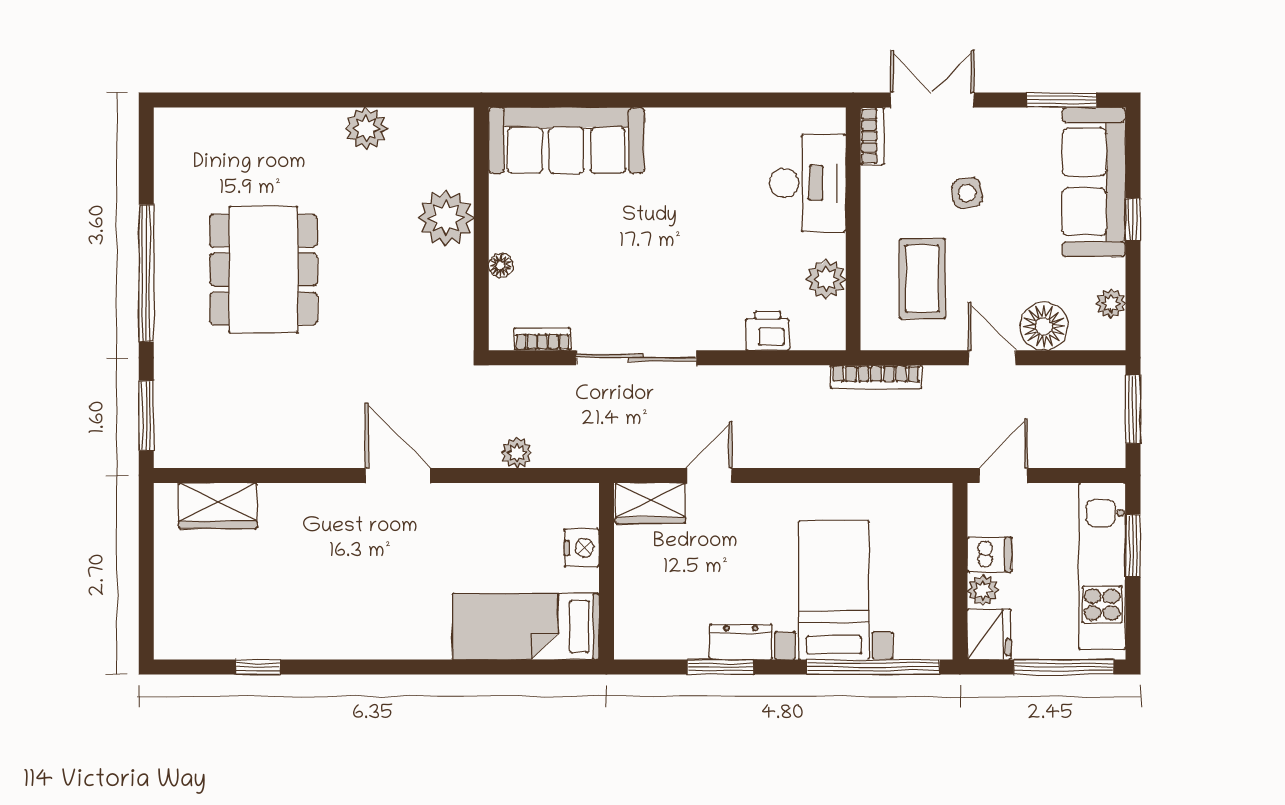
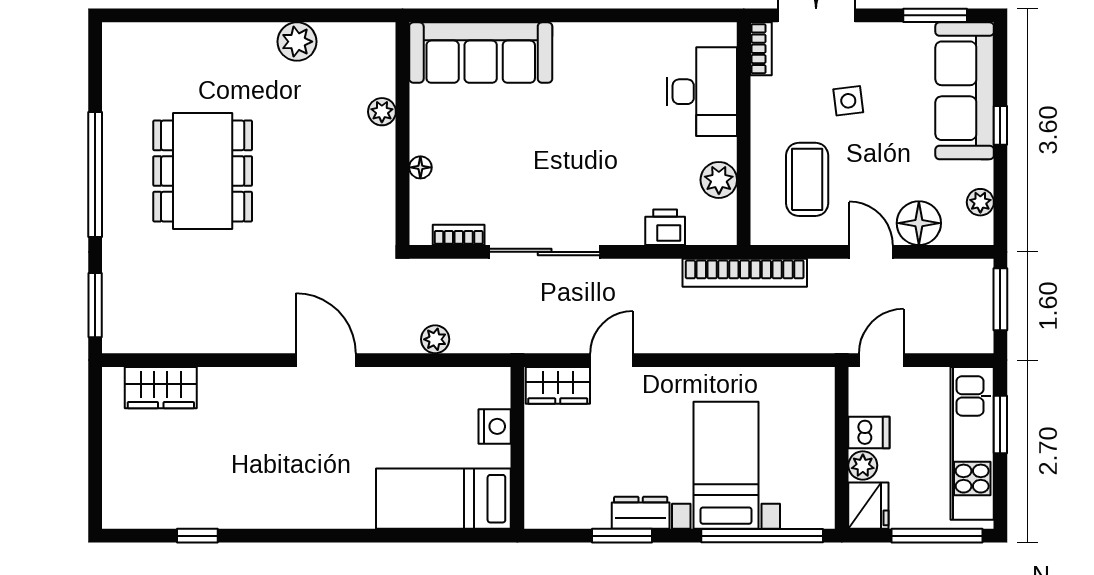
plant: (446, 218) -> (382, 112), width x0.53, depth x0.53
bookcase: (876, 377) -> (745, 273), width x1.48, depth x1.31

